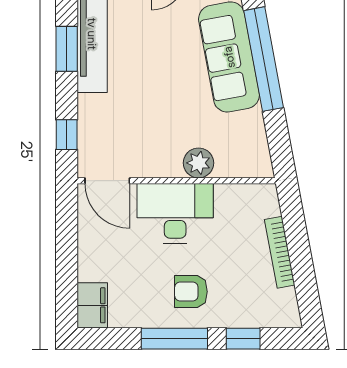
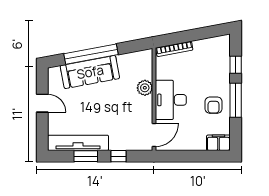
window: (67, 135) -> (118, 156), moved
bookcase: (280, 252) -> (174, 49), moved
armchair: (191, 292) -> (214, 105), moved

